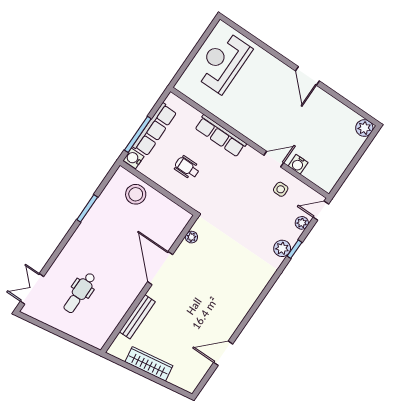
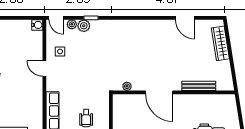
water cooler: (298, 164) -> (37, 25), moved
plant: (282, 248) -> (84, 26), moved
door: (160, 268) -> (159, 92), hinge flipped
wardrobe: (149, 364) -> (220, 43), moved

